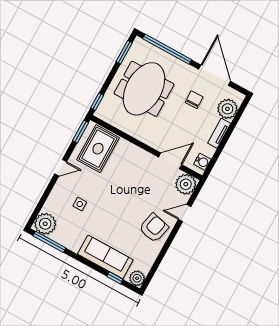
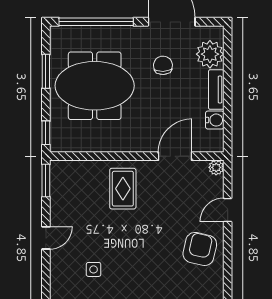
window: (124, 52) -> (46, 71), moved
meeting table: (144, 89) -> (95, 86), turned 90
rug: (98, 149) -> (123, 189), moved, width x0.73, depth x0.70
water cooler: (202, 162) -> (215, 120), moved
plant: (186, 184) -> (216, 167), width x0.53, depth x0.53

